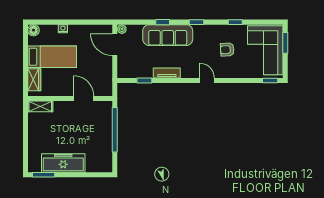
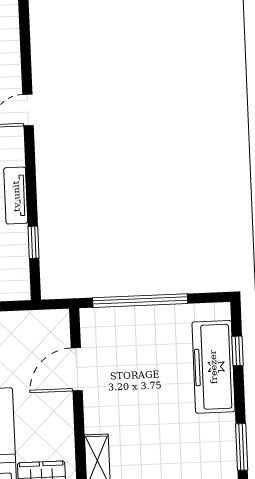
freezer: (63, 163) -> (213, 367), moved
window: (89, 175) -> (238, 351), added

